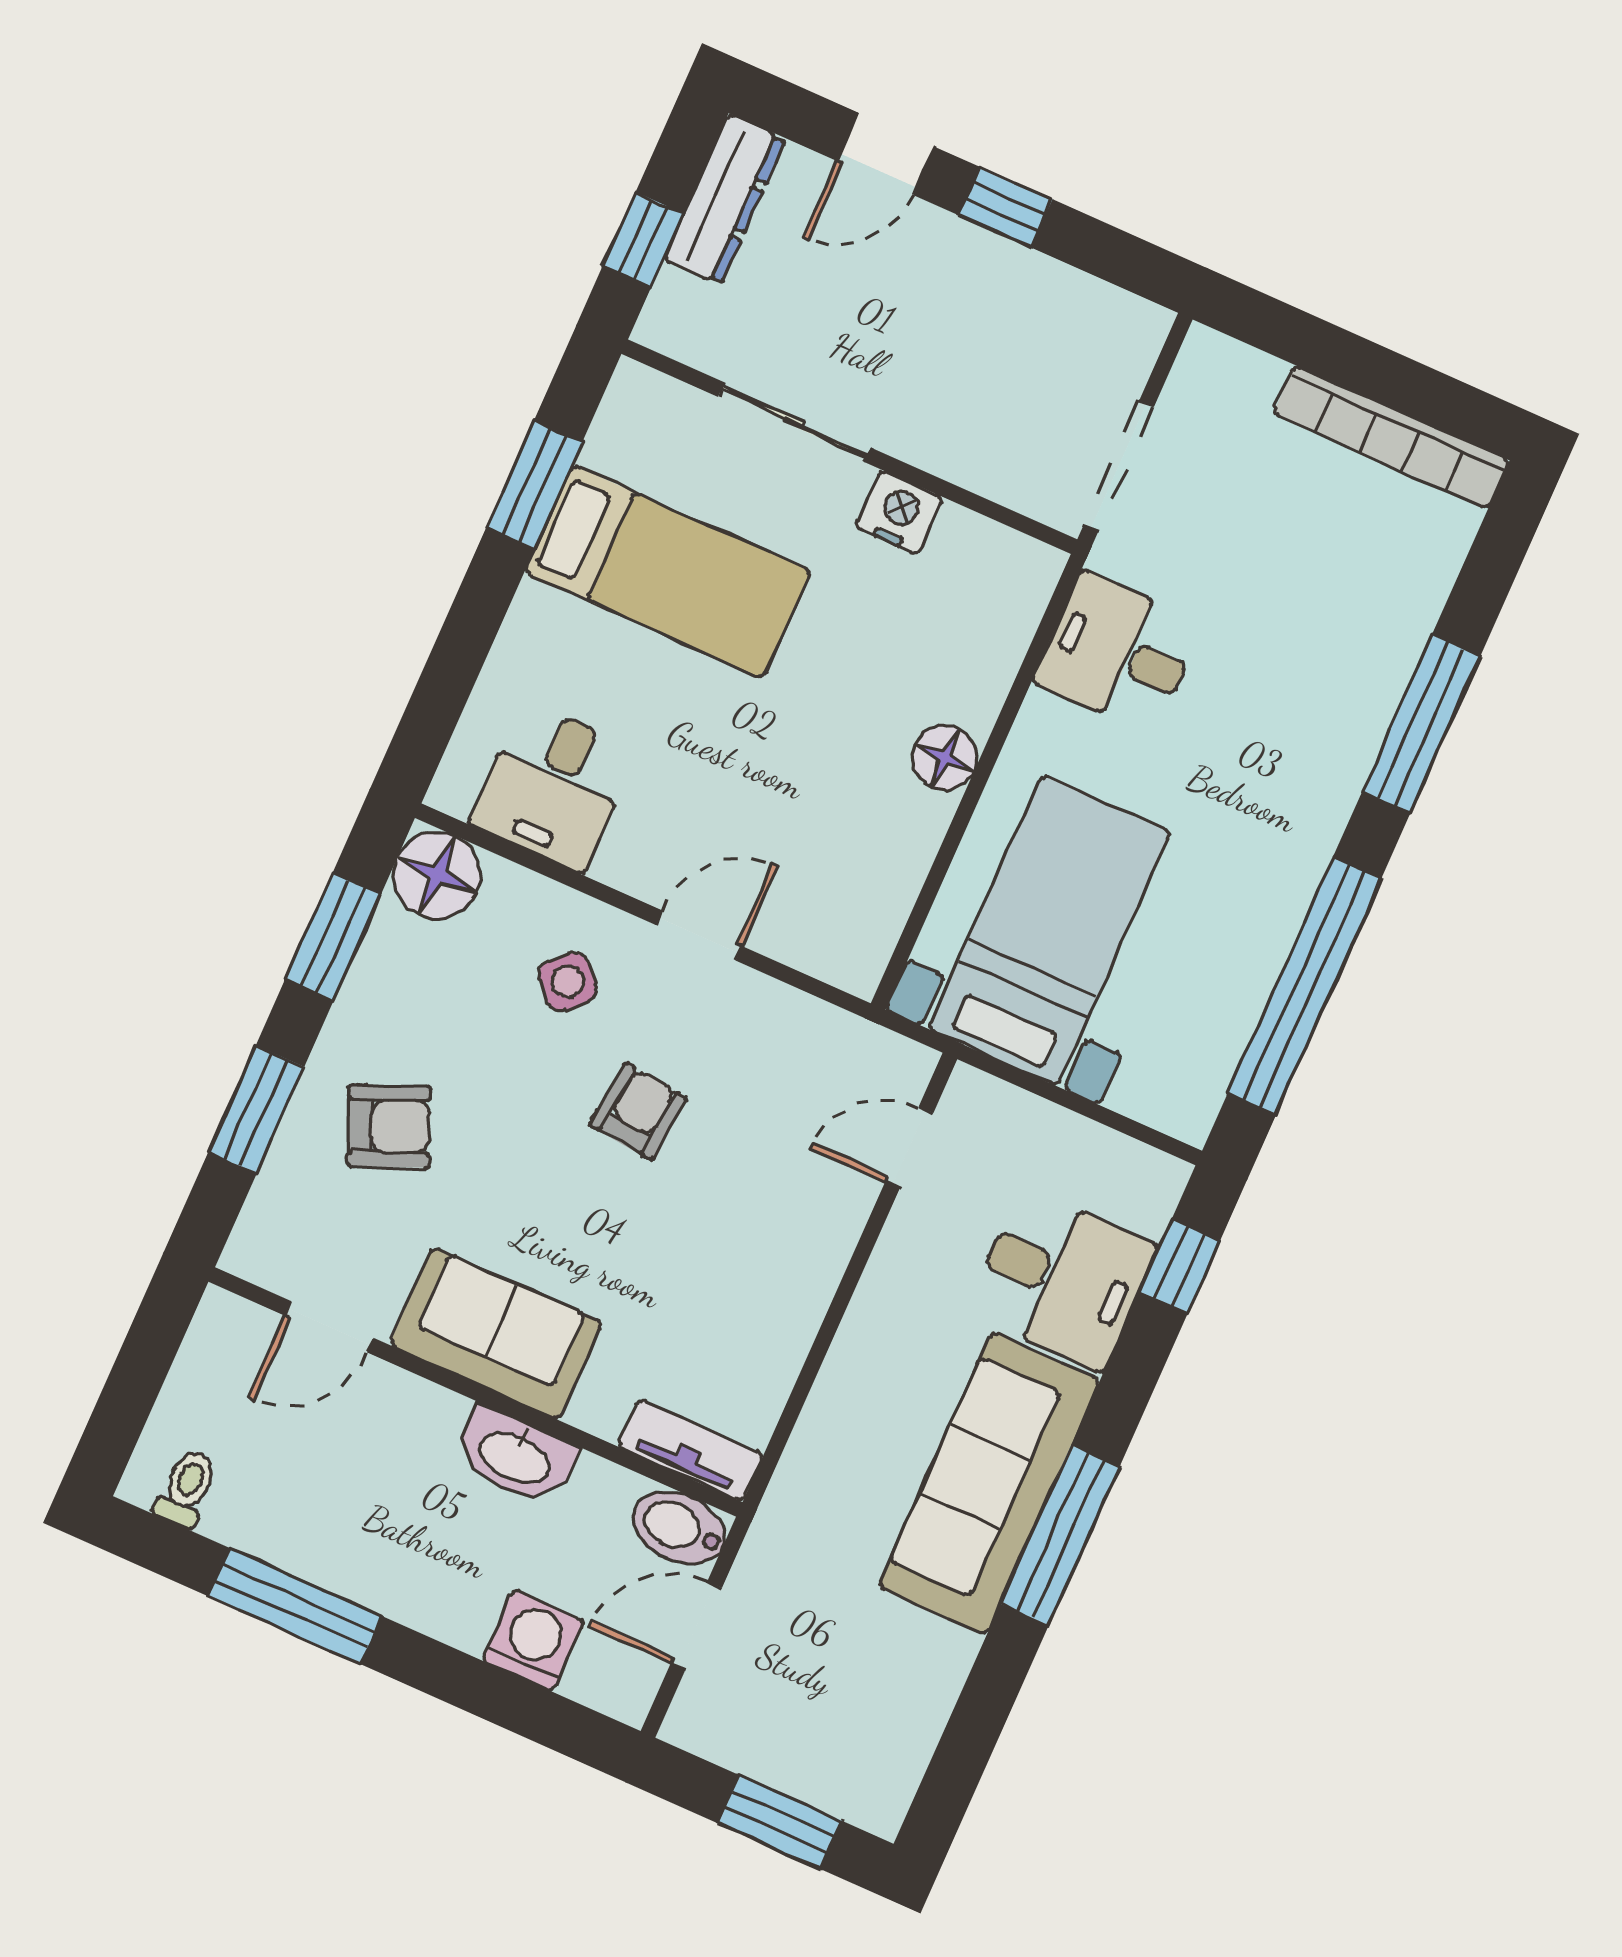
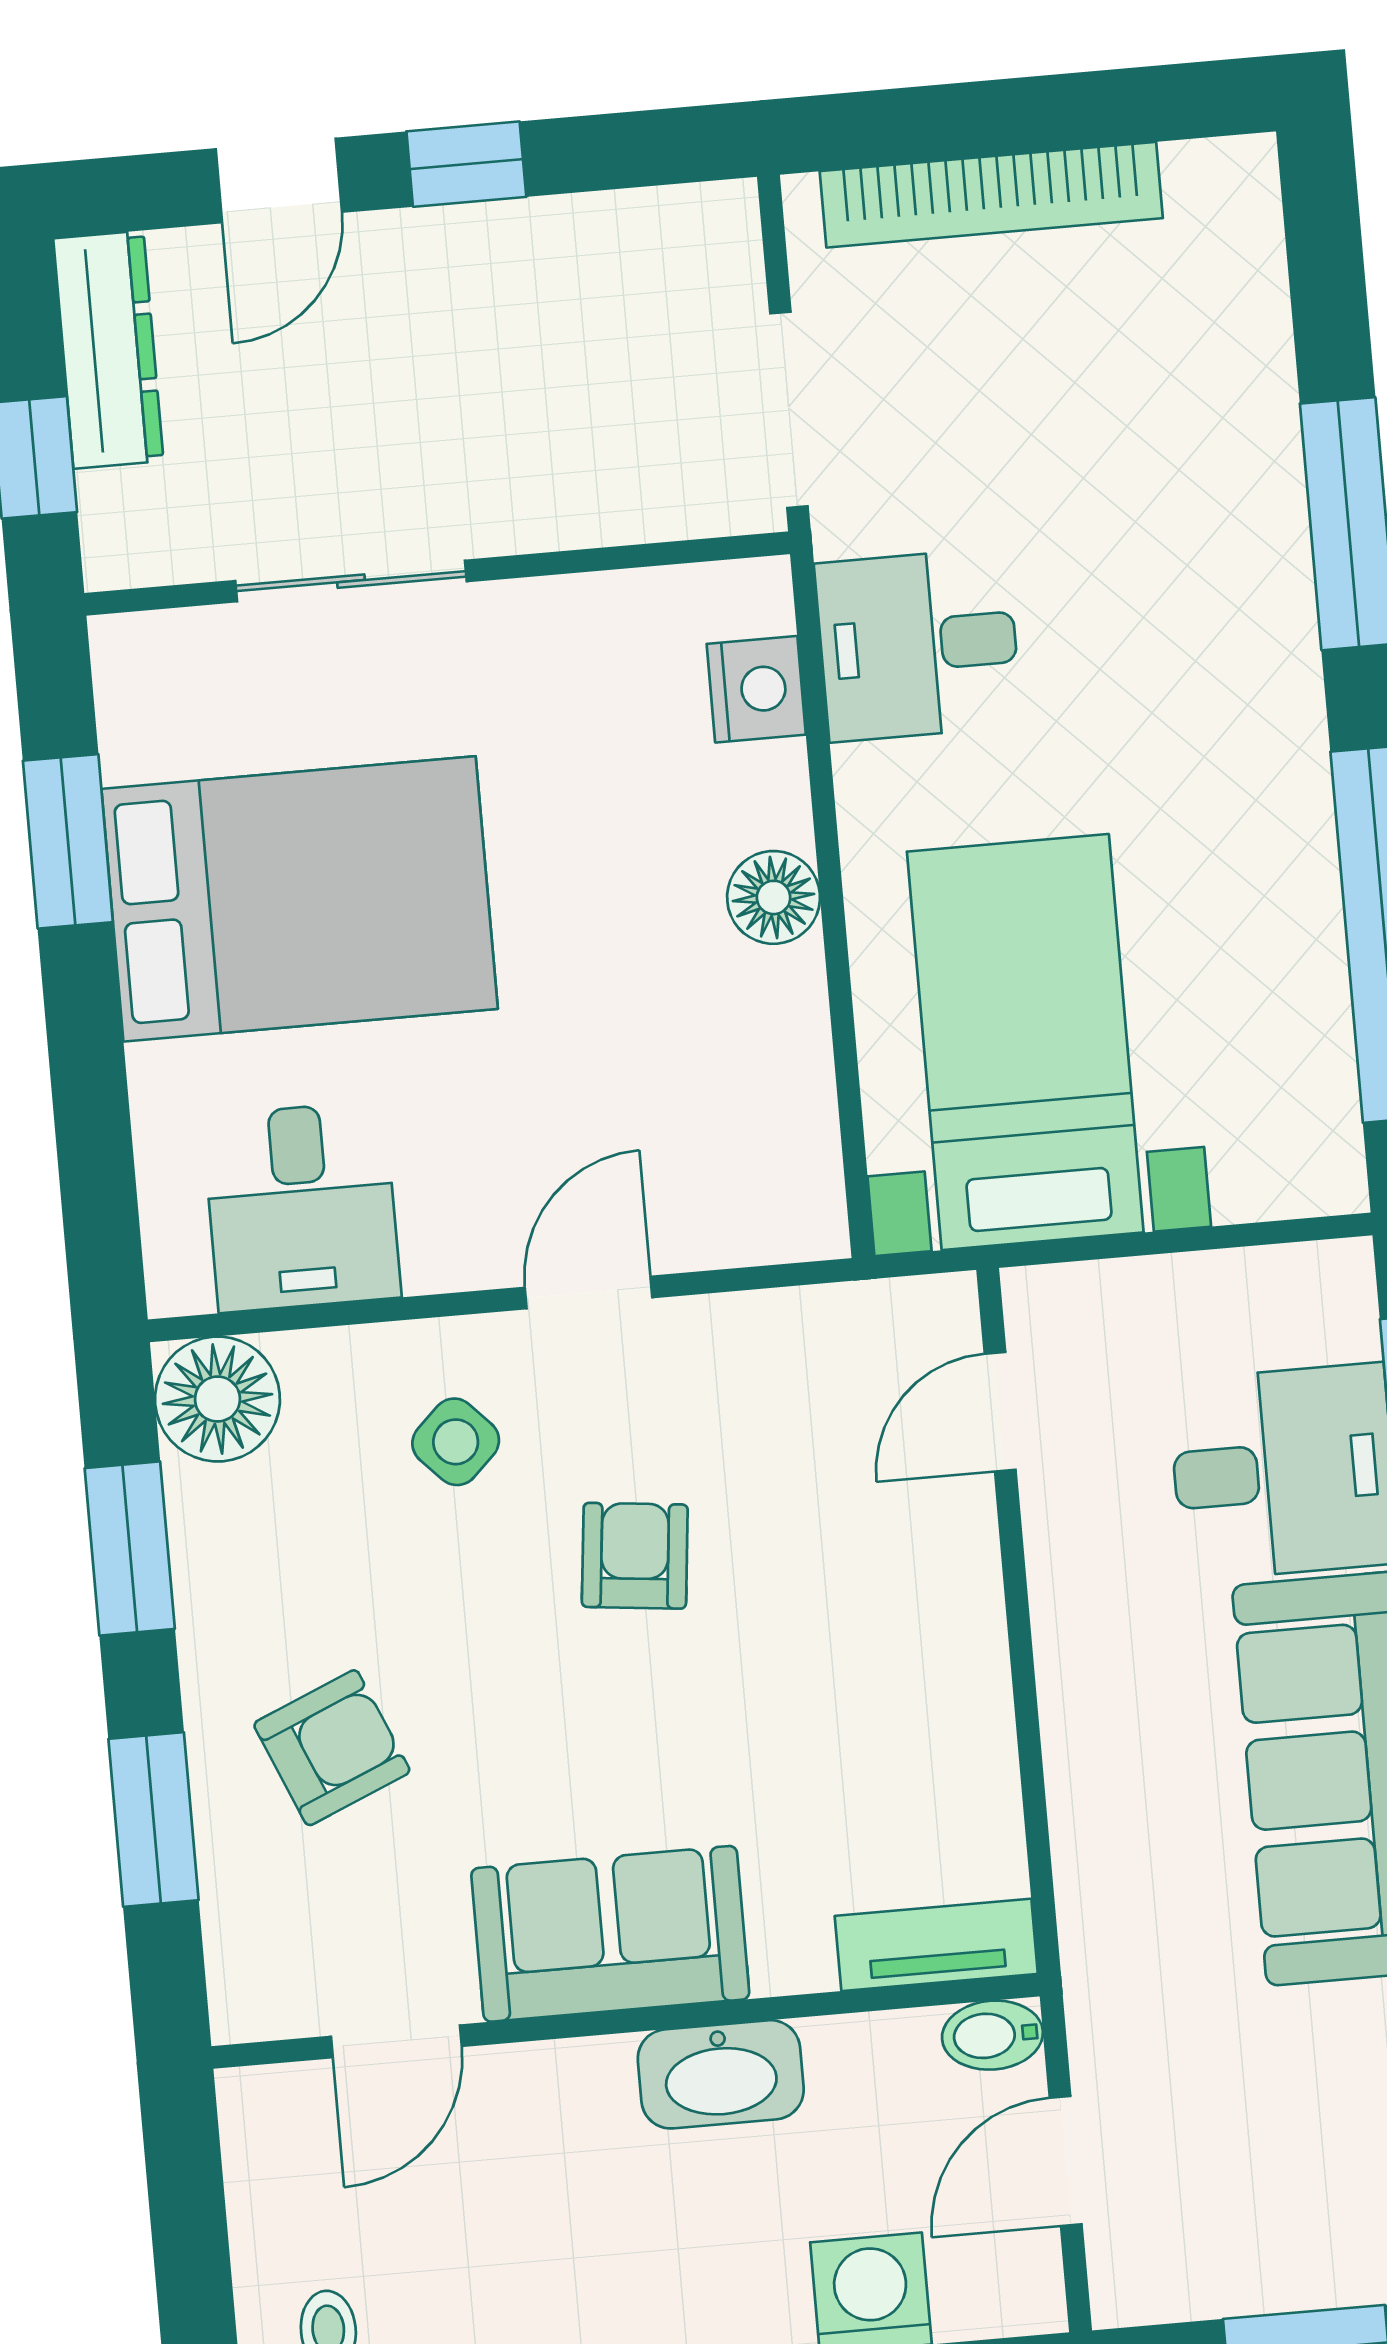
bookcase: (1391, 437) -> (991, 195), moved
nightstand: (899, 512) -> (756, 689), moved, turned 90
bed: (668, 571) -> (300, 899), width x1.50
bidet: (679, 1527) -> (992, 2035), width x0.72, depth x0.74

